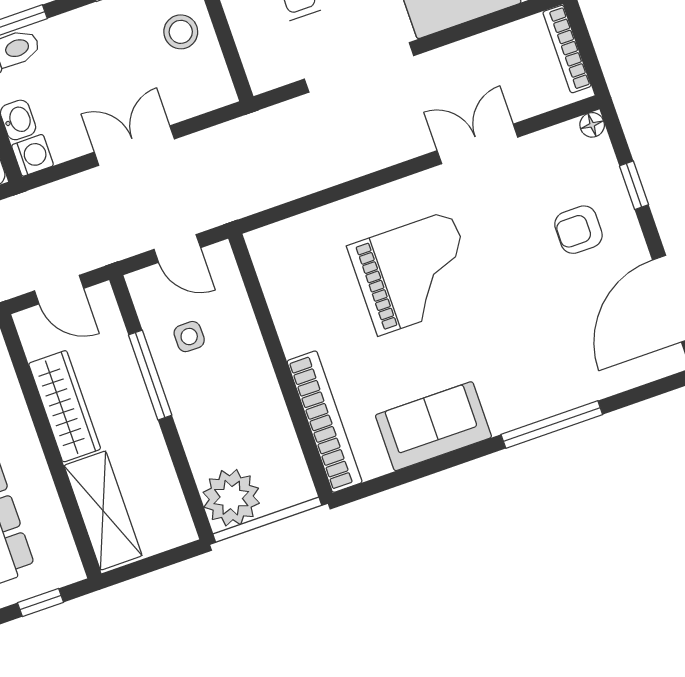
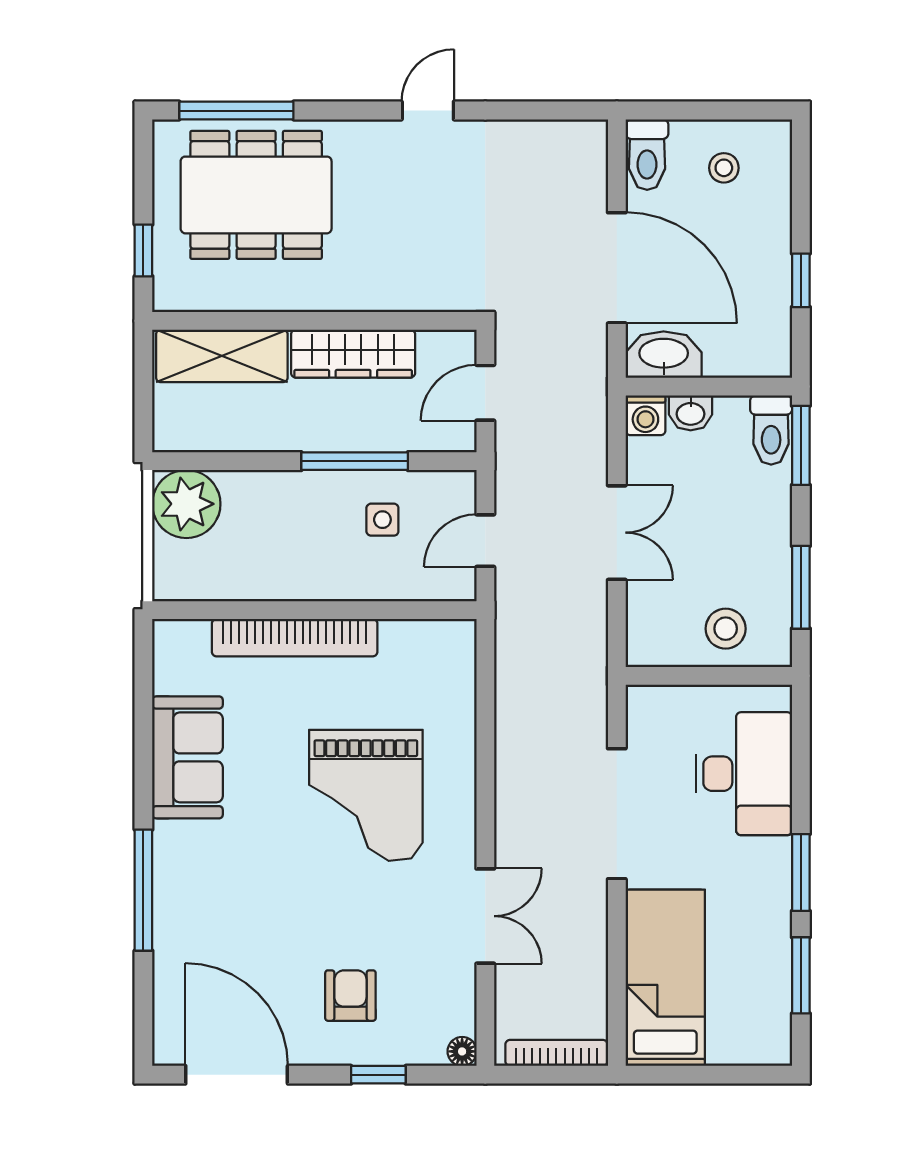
bookcase: (325, 422) -> (295, 638), moved

